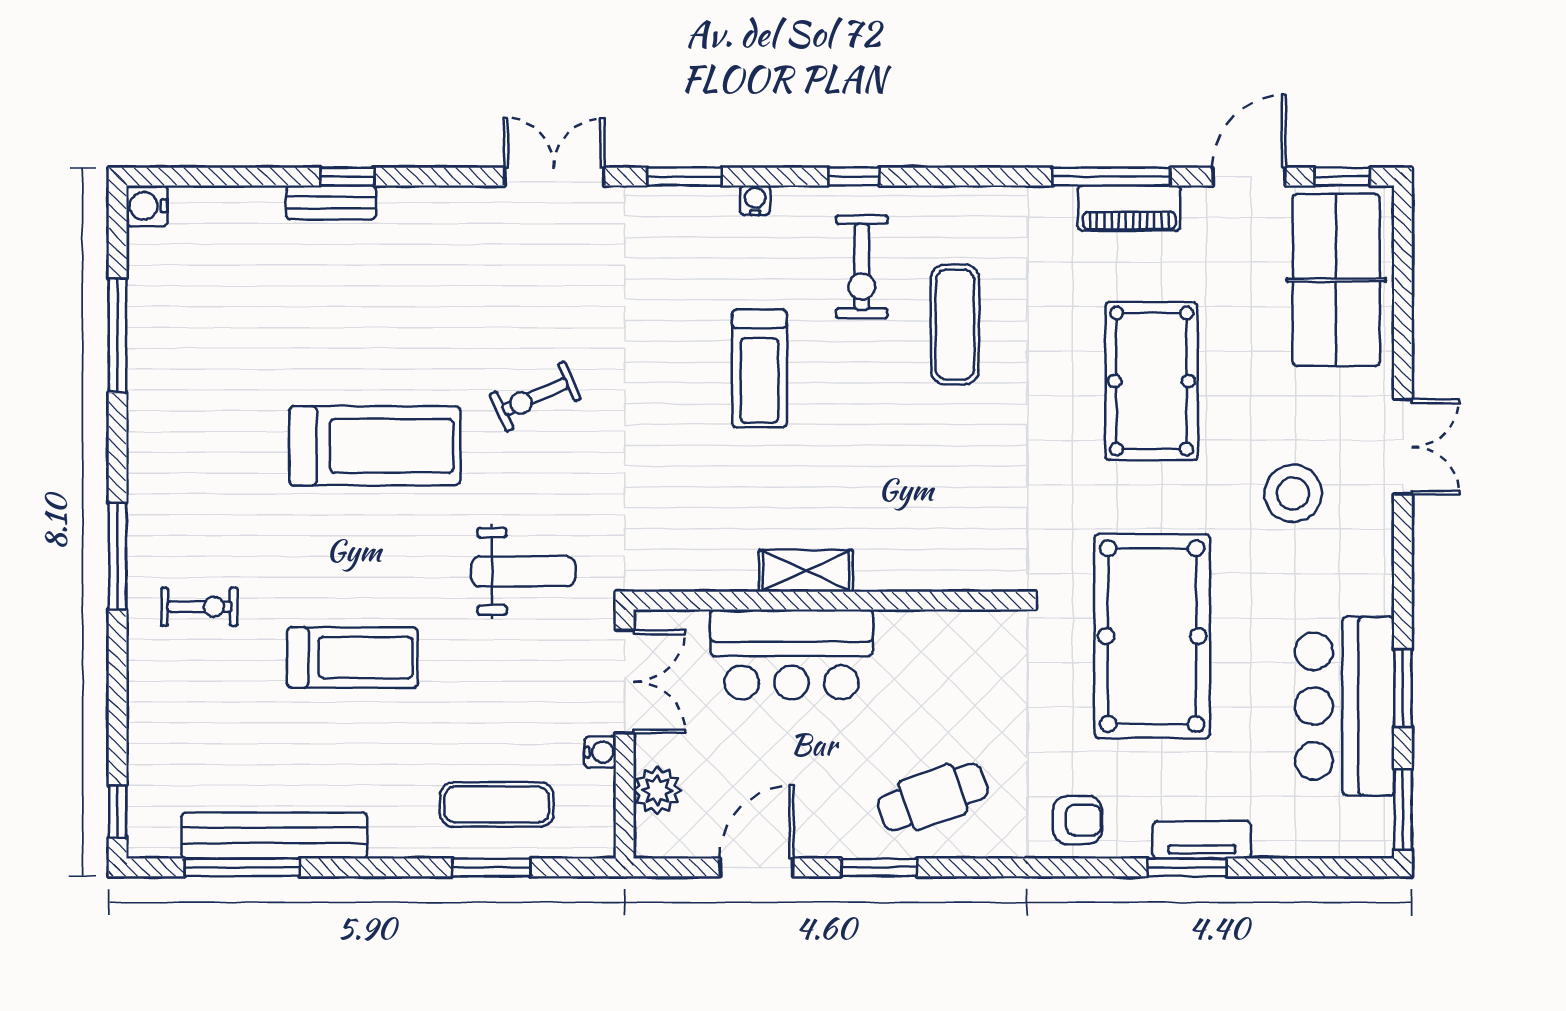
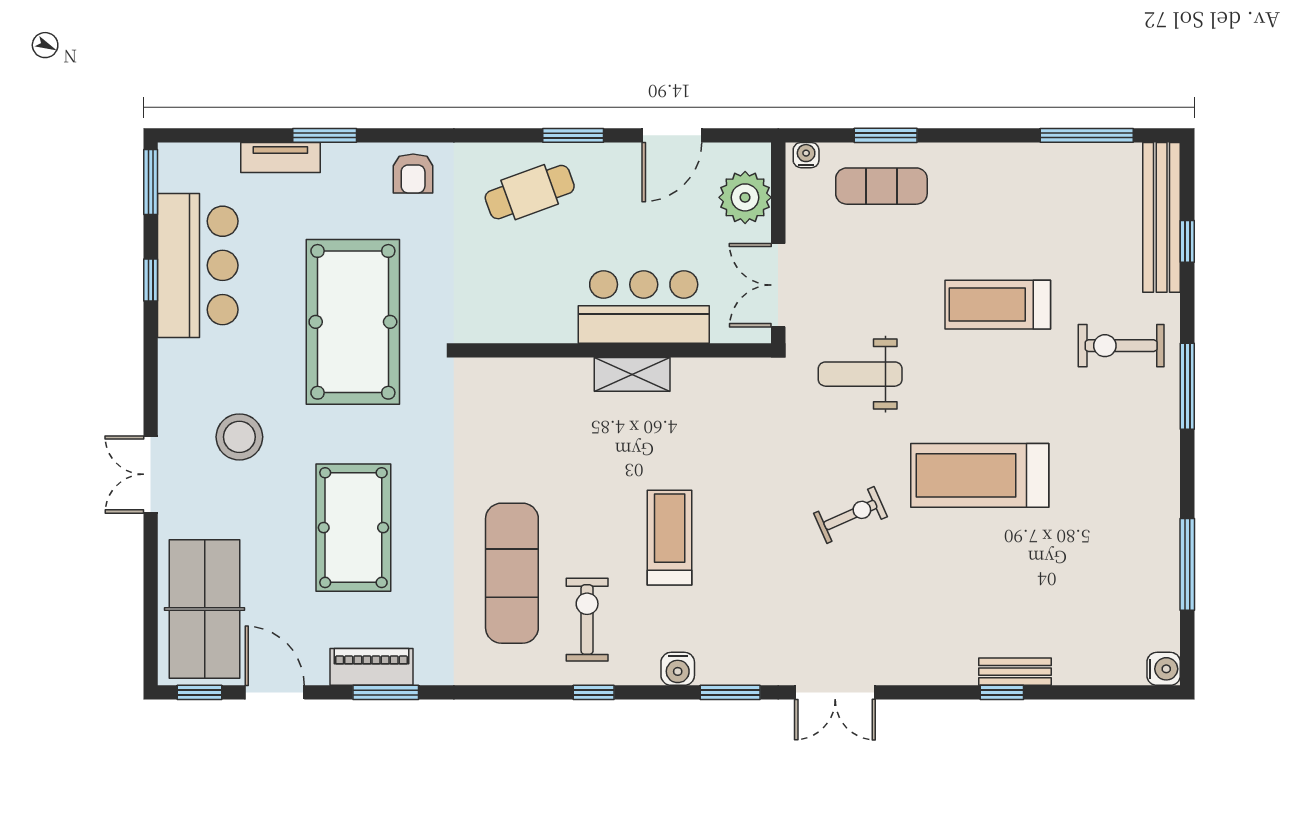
window: (1111, 177) -> (386, 692), width x0.69
door: (1249, 177) -> (275, 692), swing flipped
water cooler: (755, 200) -> (678, 669), width x1.38, depth x1.38
exercise mat: (955, 324) -> (512, 573), width x1.36, depth x1.45
exercise bike: (199, 607) -> (1121, 346), width x1.38, depth x1.39
window: (1403, 688) -> (151, 280), width x0.67
water cooler: (600, 752) -> (806, 155), moved, turned 90
plant: (657, 790) -> (745, 197), width x1.36, depth x1.36
window: (118, 811) -> (1187, 241), moved
armchair: (1078, 820) -> (413, 173), turned -90
bench: (274, 836) -> (1162, 217), moved, turned 90
tv unit: (1202, 840) -> (280, 158), moved

